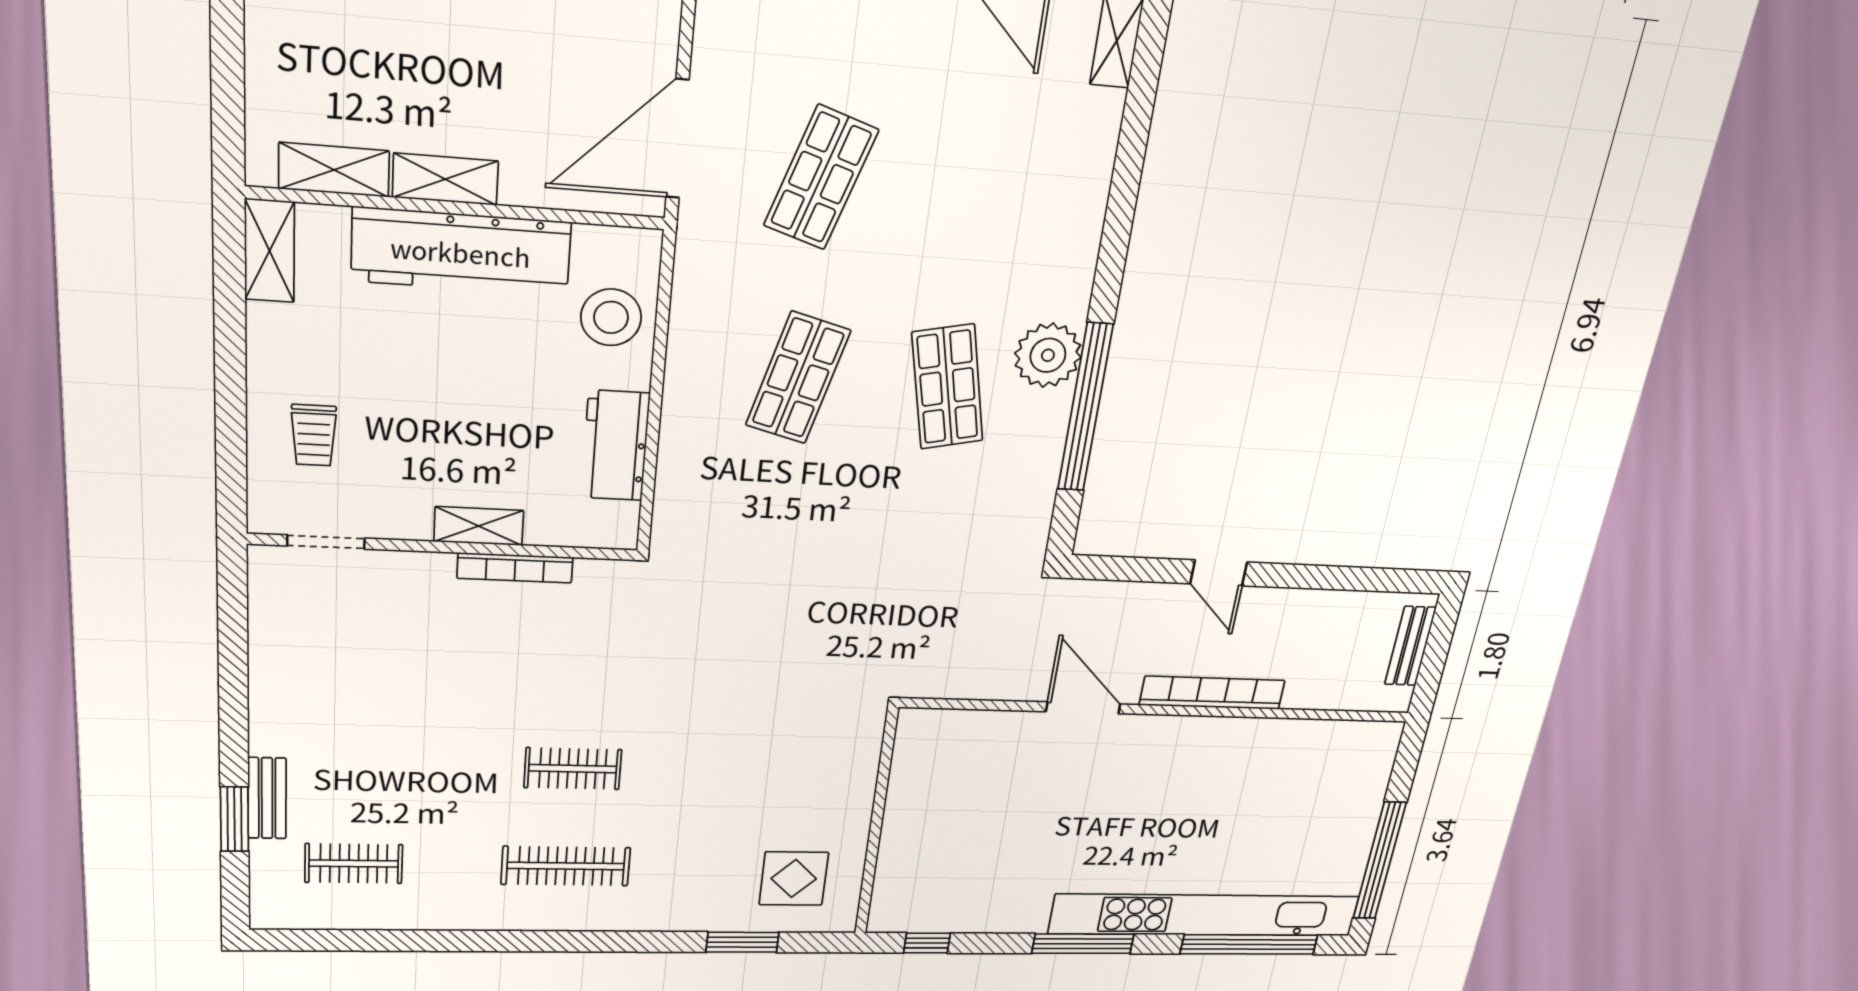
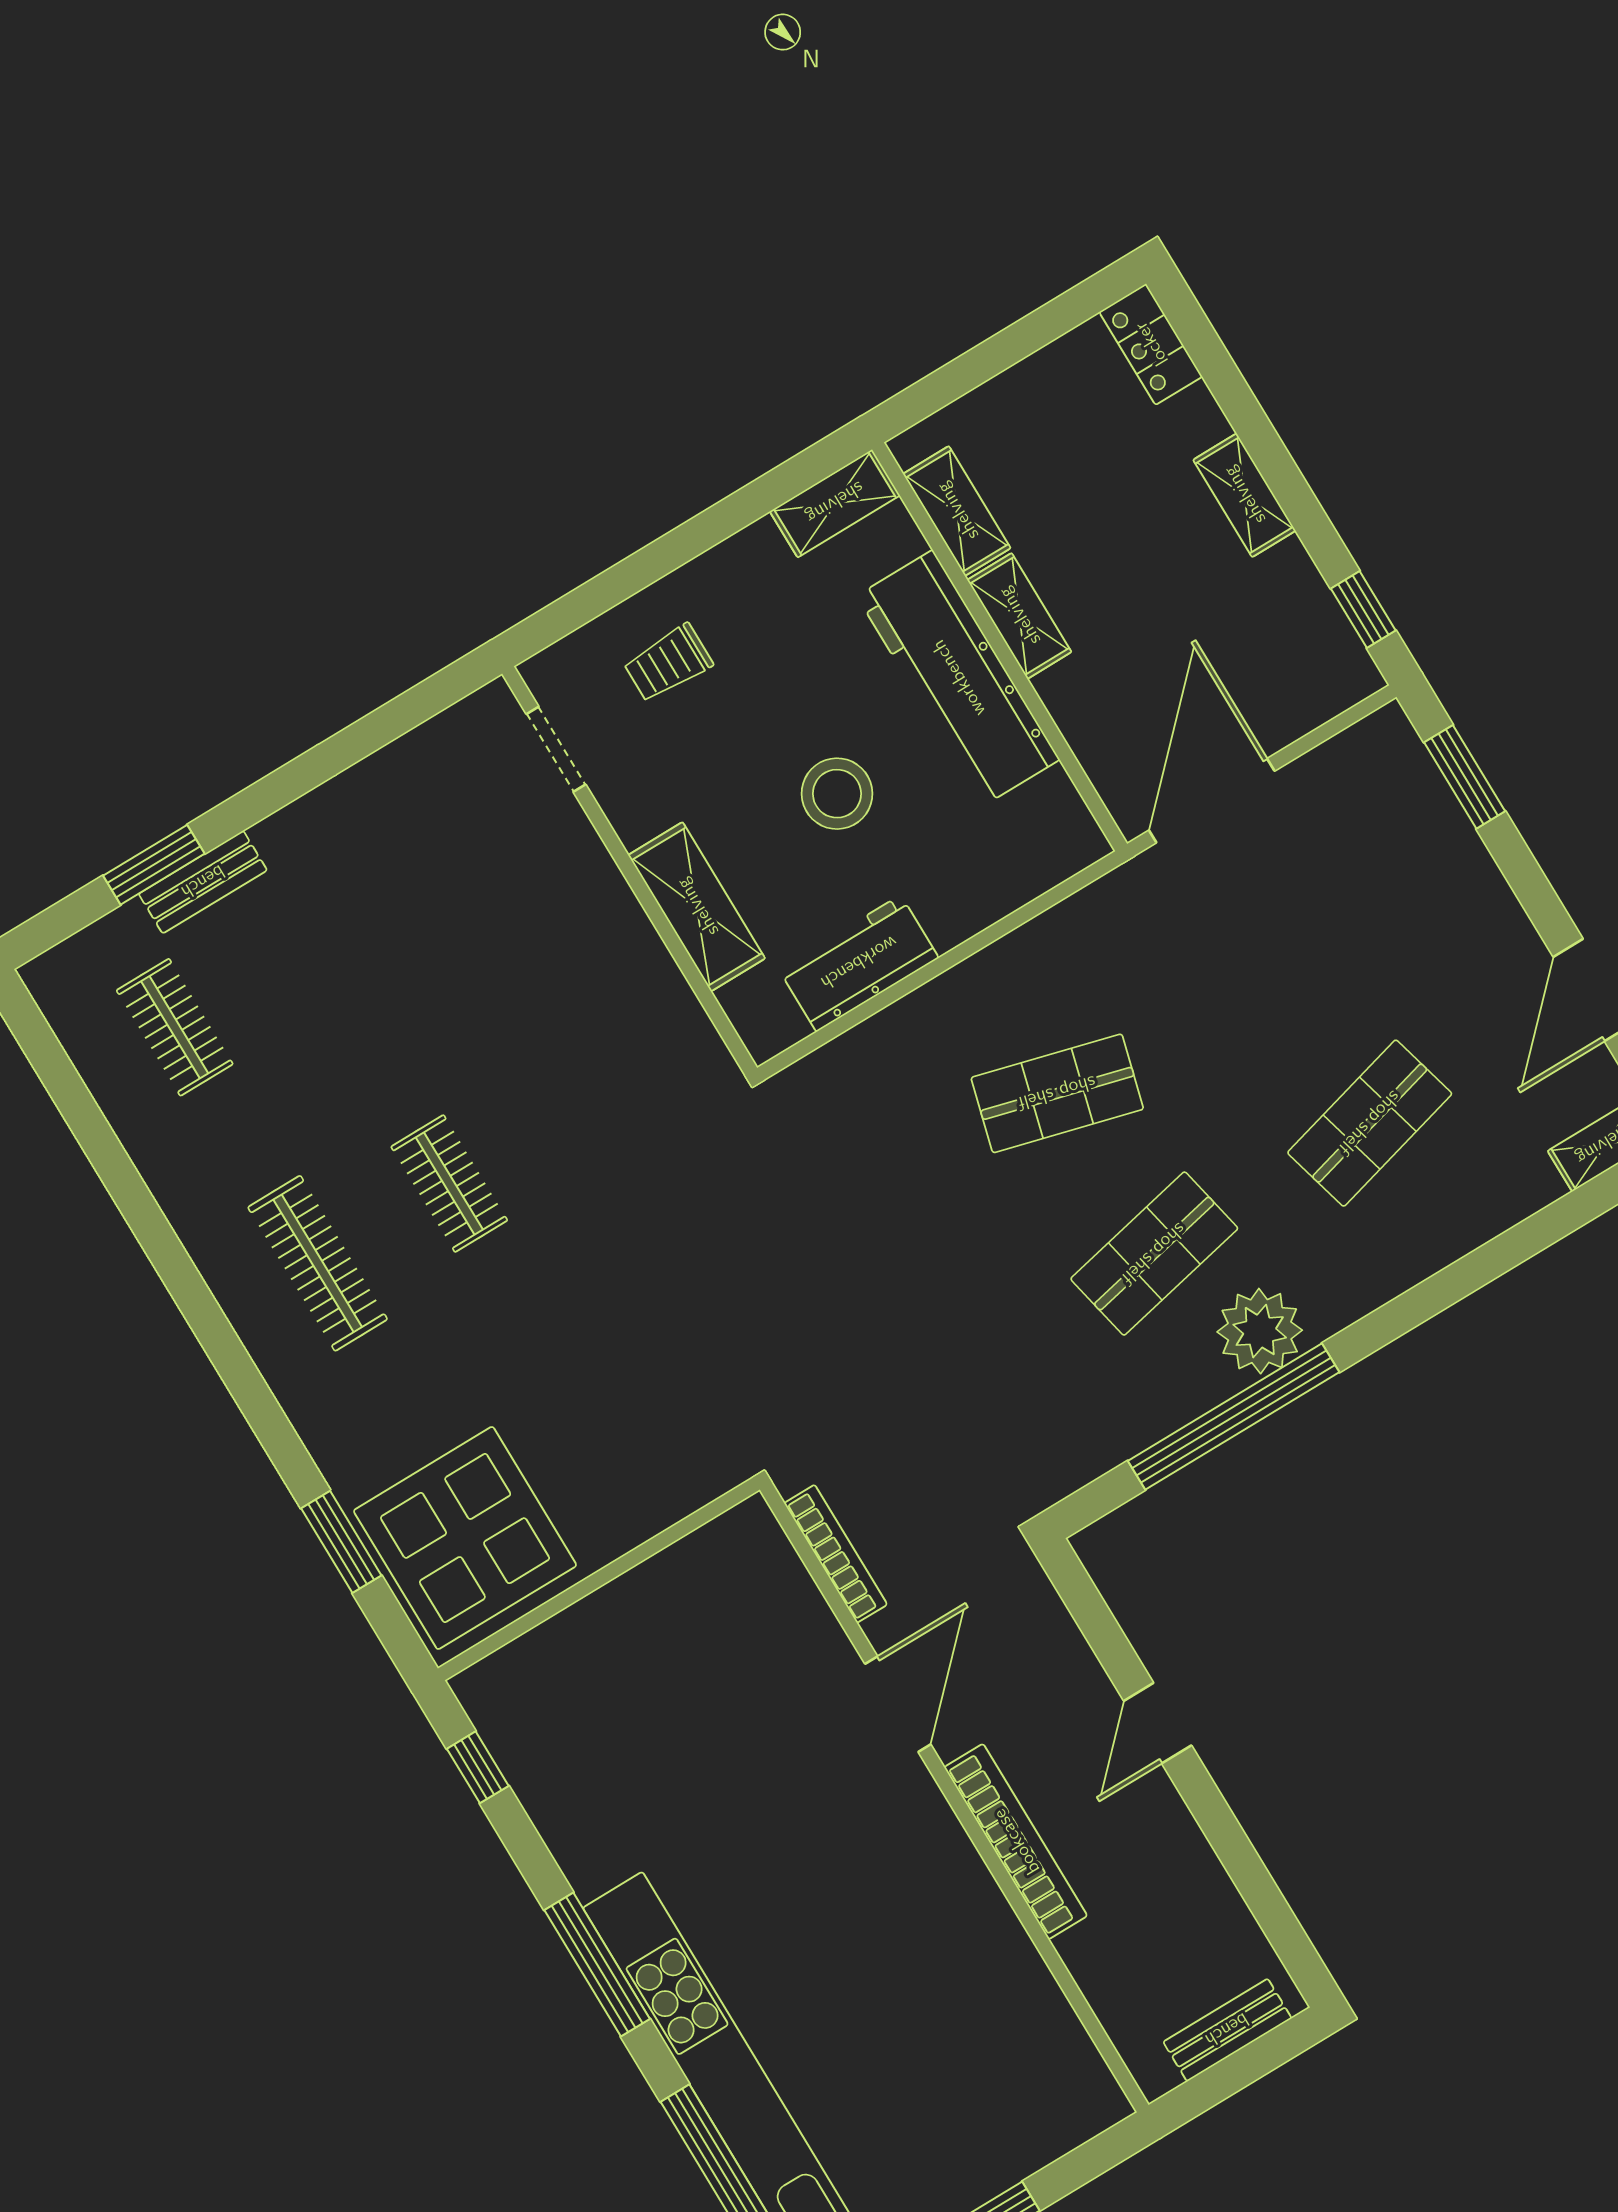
door: (677, 139) -> (1212, 801), hinge flipped
shop shelf: (821, 178) -> (1370, 1123), moved, turned -33
stool: (611, 317) -> (837, 794), moved
shelving: (479, 526) -> (697, 907), width x1.50, depth x1.33
bookcase: (515, 568) -> (836, 1554), moved, turned 180
display table: (794, 879) -> (465, 1538), width x1.86, depth x1.86

